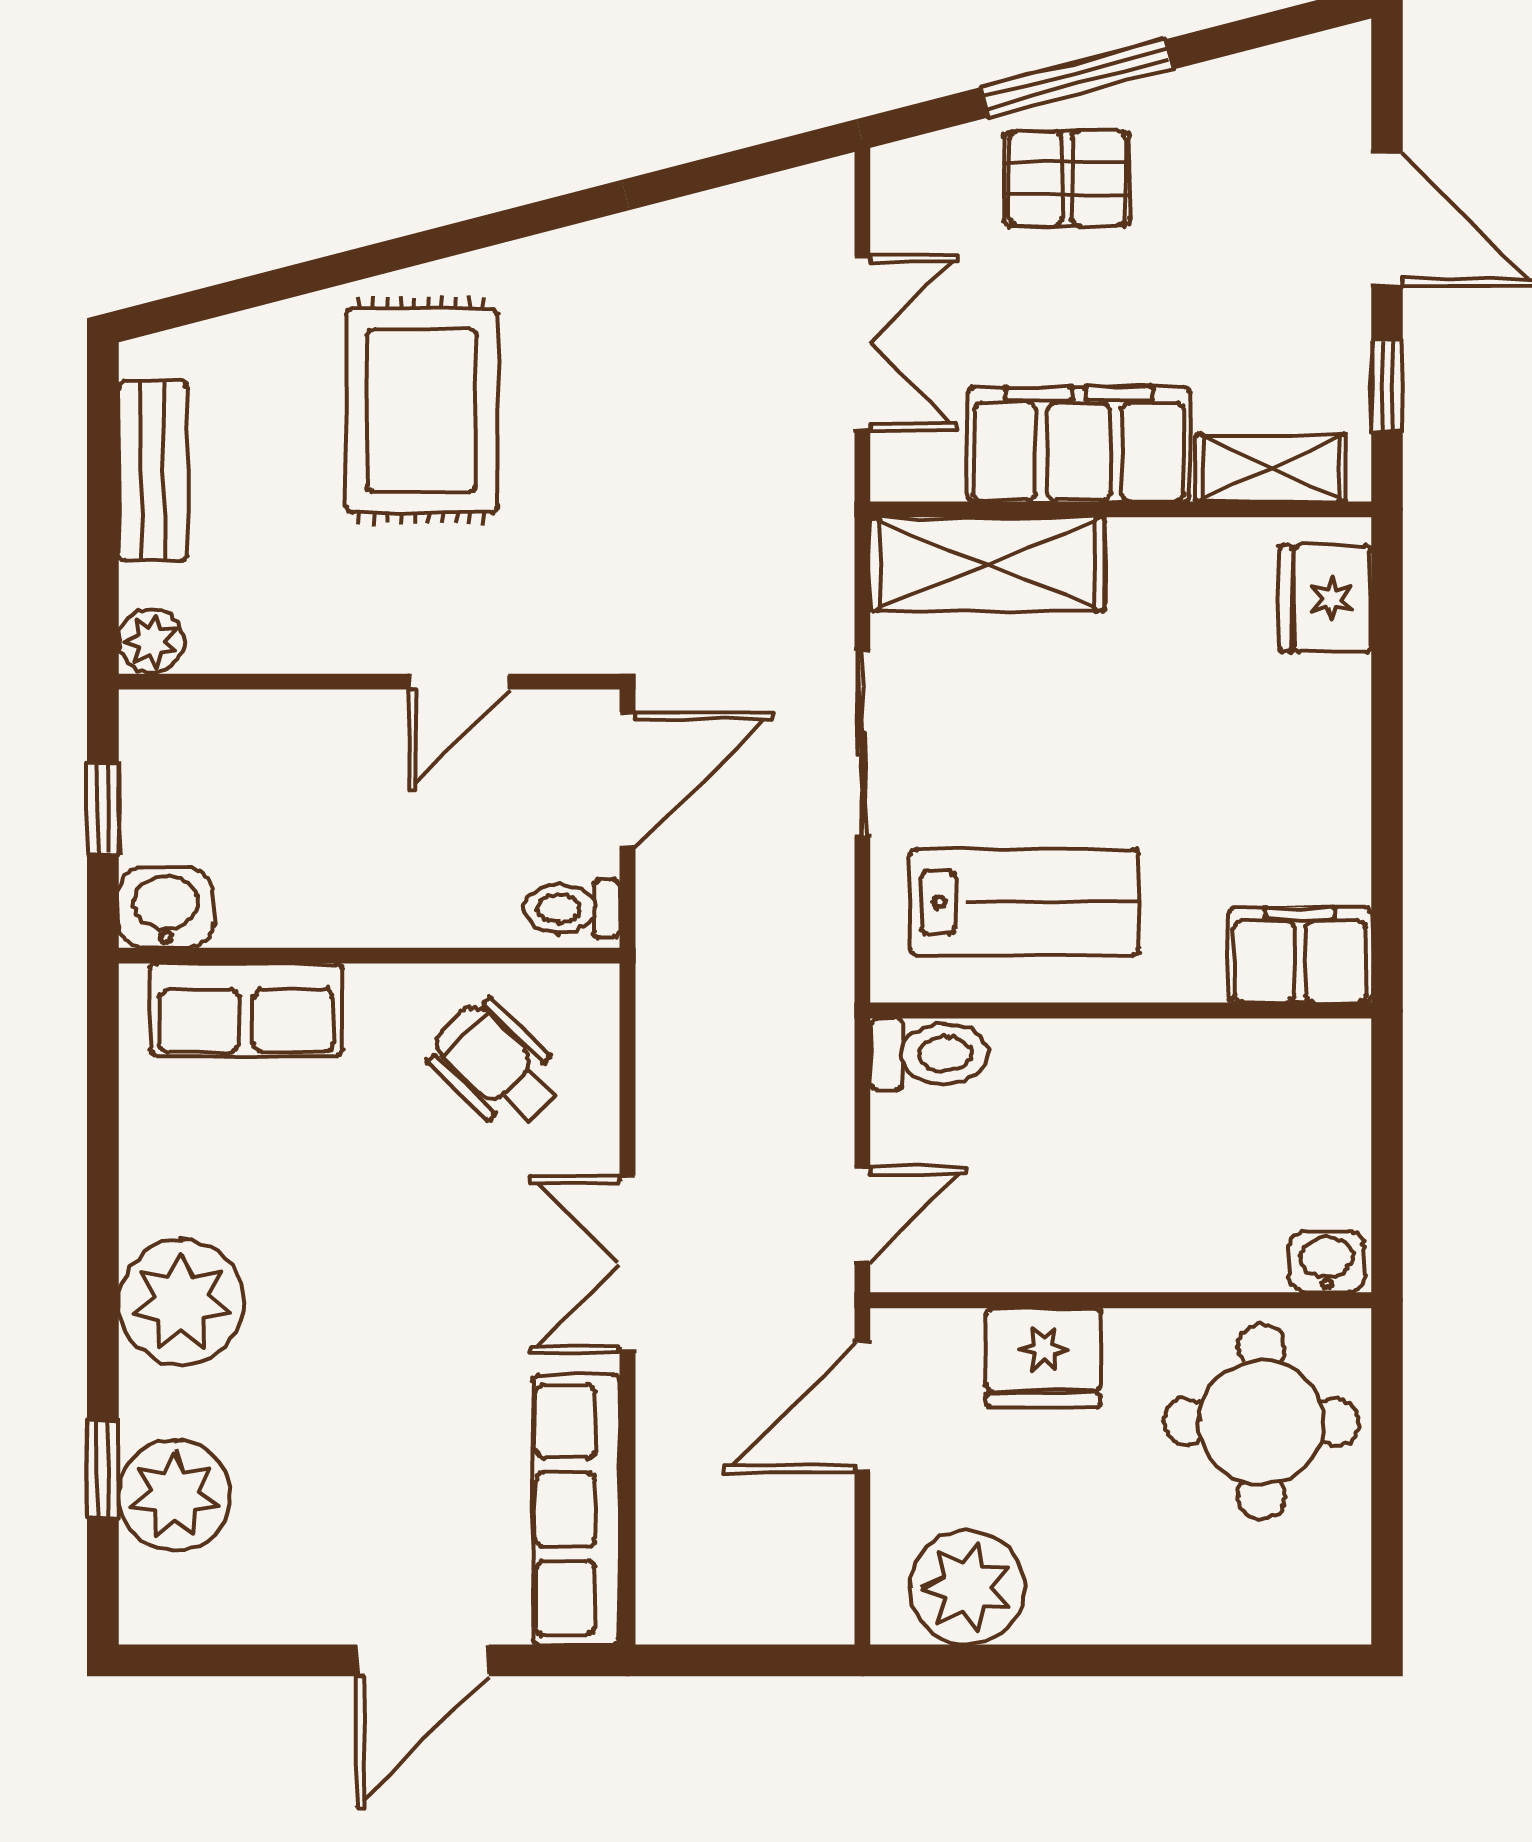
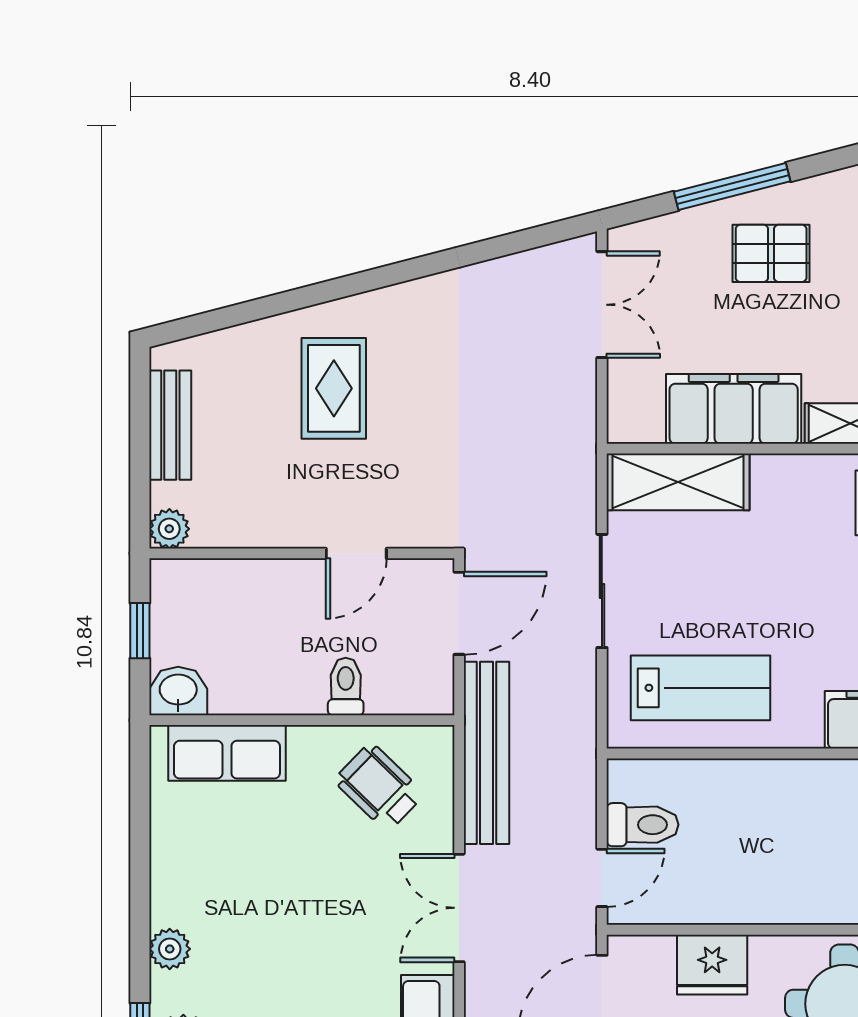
pallet: (1067, 179) -> (771, 253), moved
double door: (862, 343) -> (602, 305), moved
rug: (422, 410) -> (334, 388), width x0.73, depth x0.70
toilet: (572, 909) -> (346, 687), moved, turned 90
bench: (673, 1010) -> (487, 753), added
toilet: (929, 1054) -> (642, 825), moved
plant: (181, 1303) -> (170, 949), width x0.53, depth x0.53

